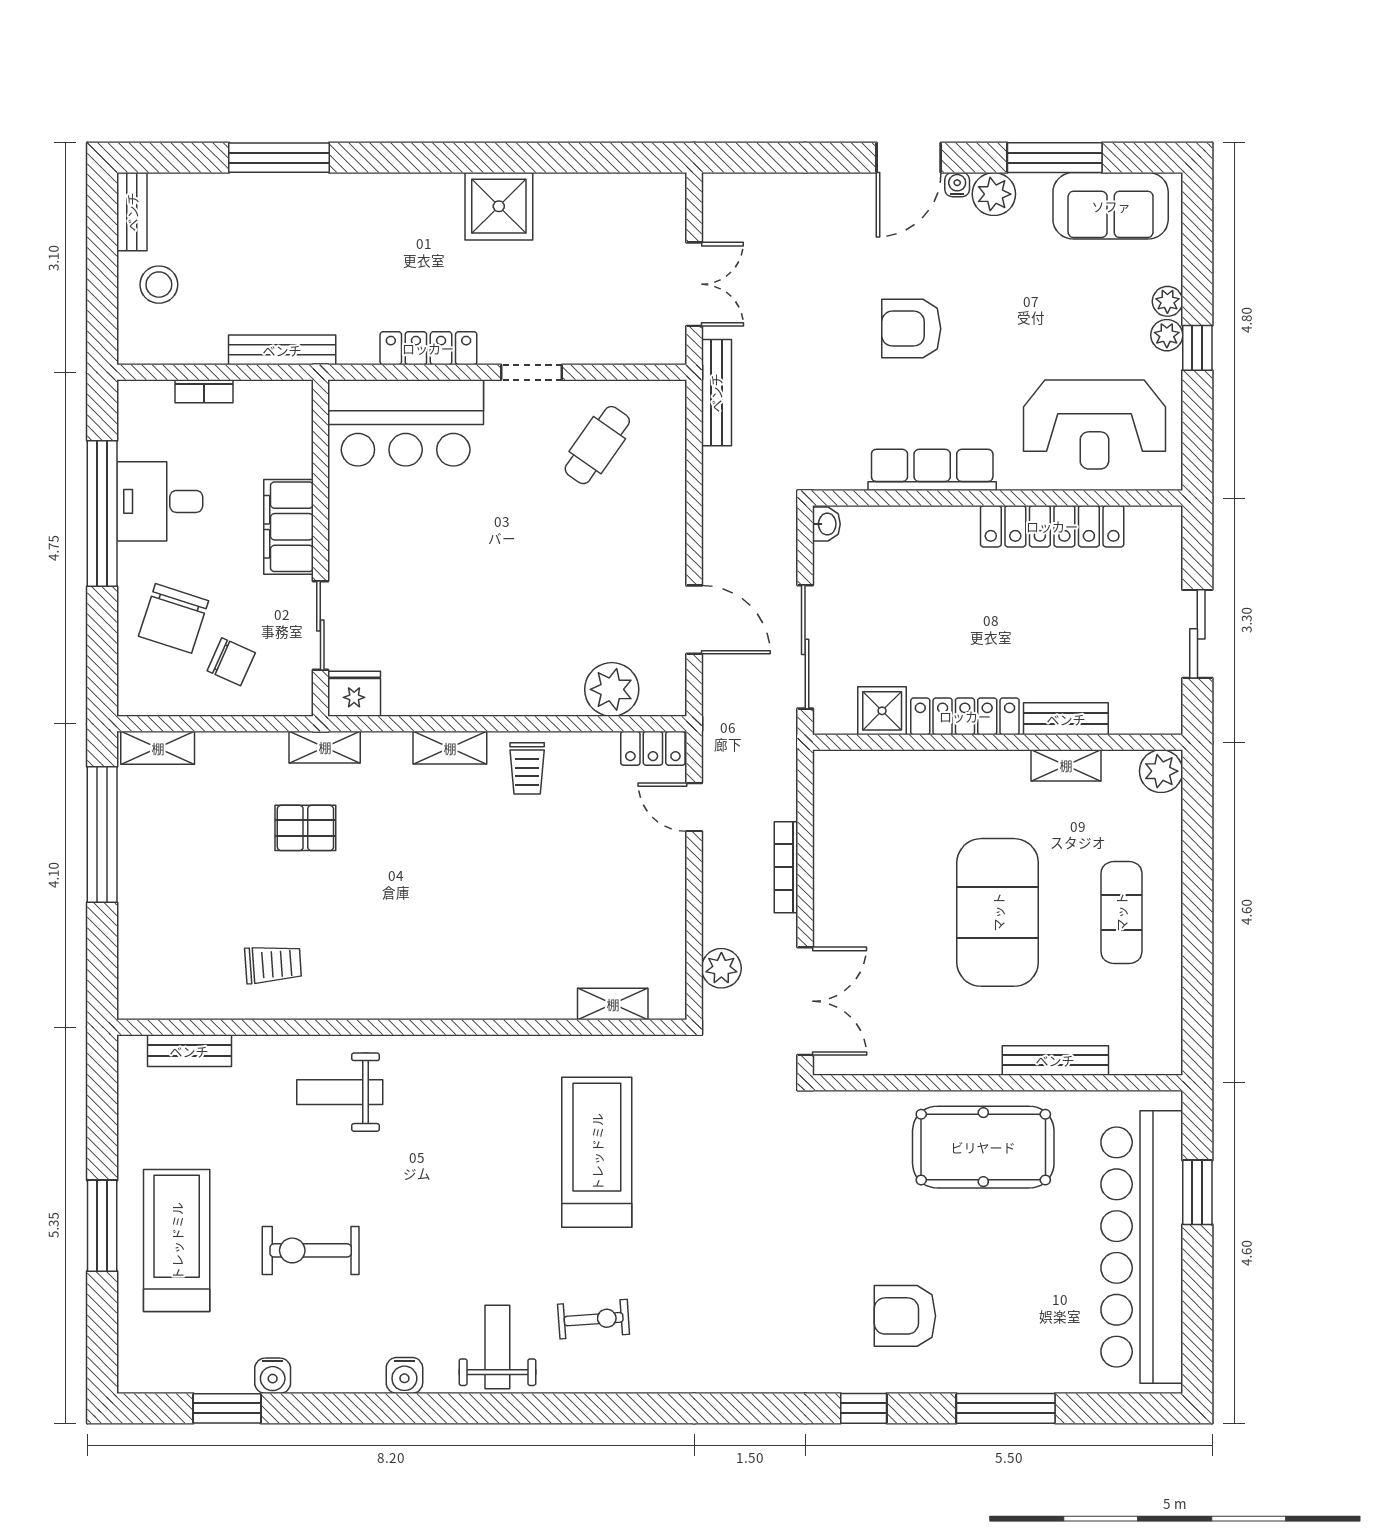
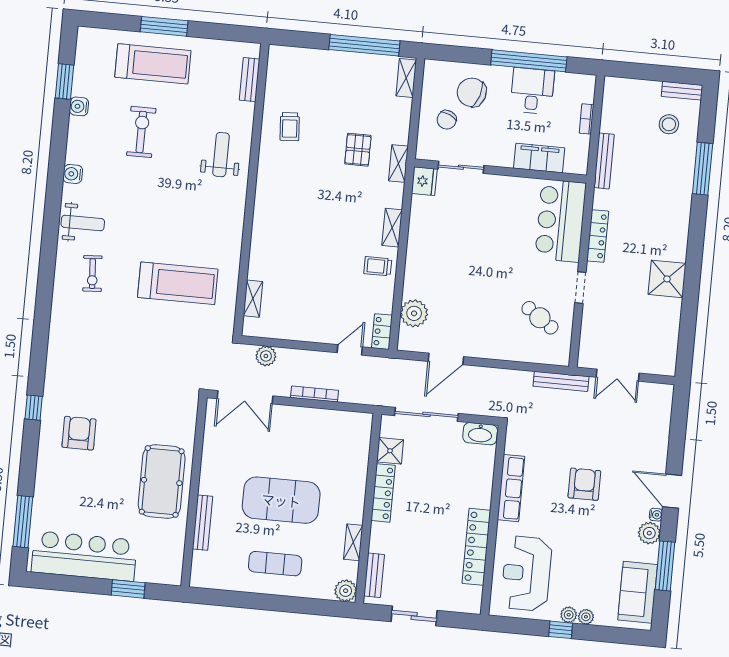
stool: (159, 285) -> (669, 124), moved
washbasin: (826, 524) -> (480, 434), width x1.91, depth x1.45
filing cabinet: (288, 527) -> (539, 158), moved
bench: (1066, 719) -> (374, 575), moved
bar counter: (1142, 1247) -> (84, 556), width x0.73
window: (1006, 1408) -> (23, 522), moved

